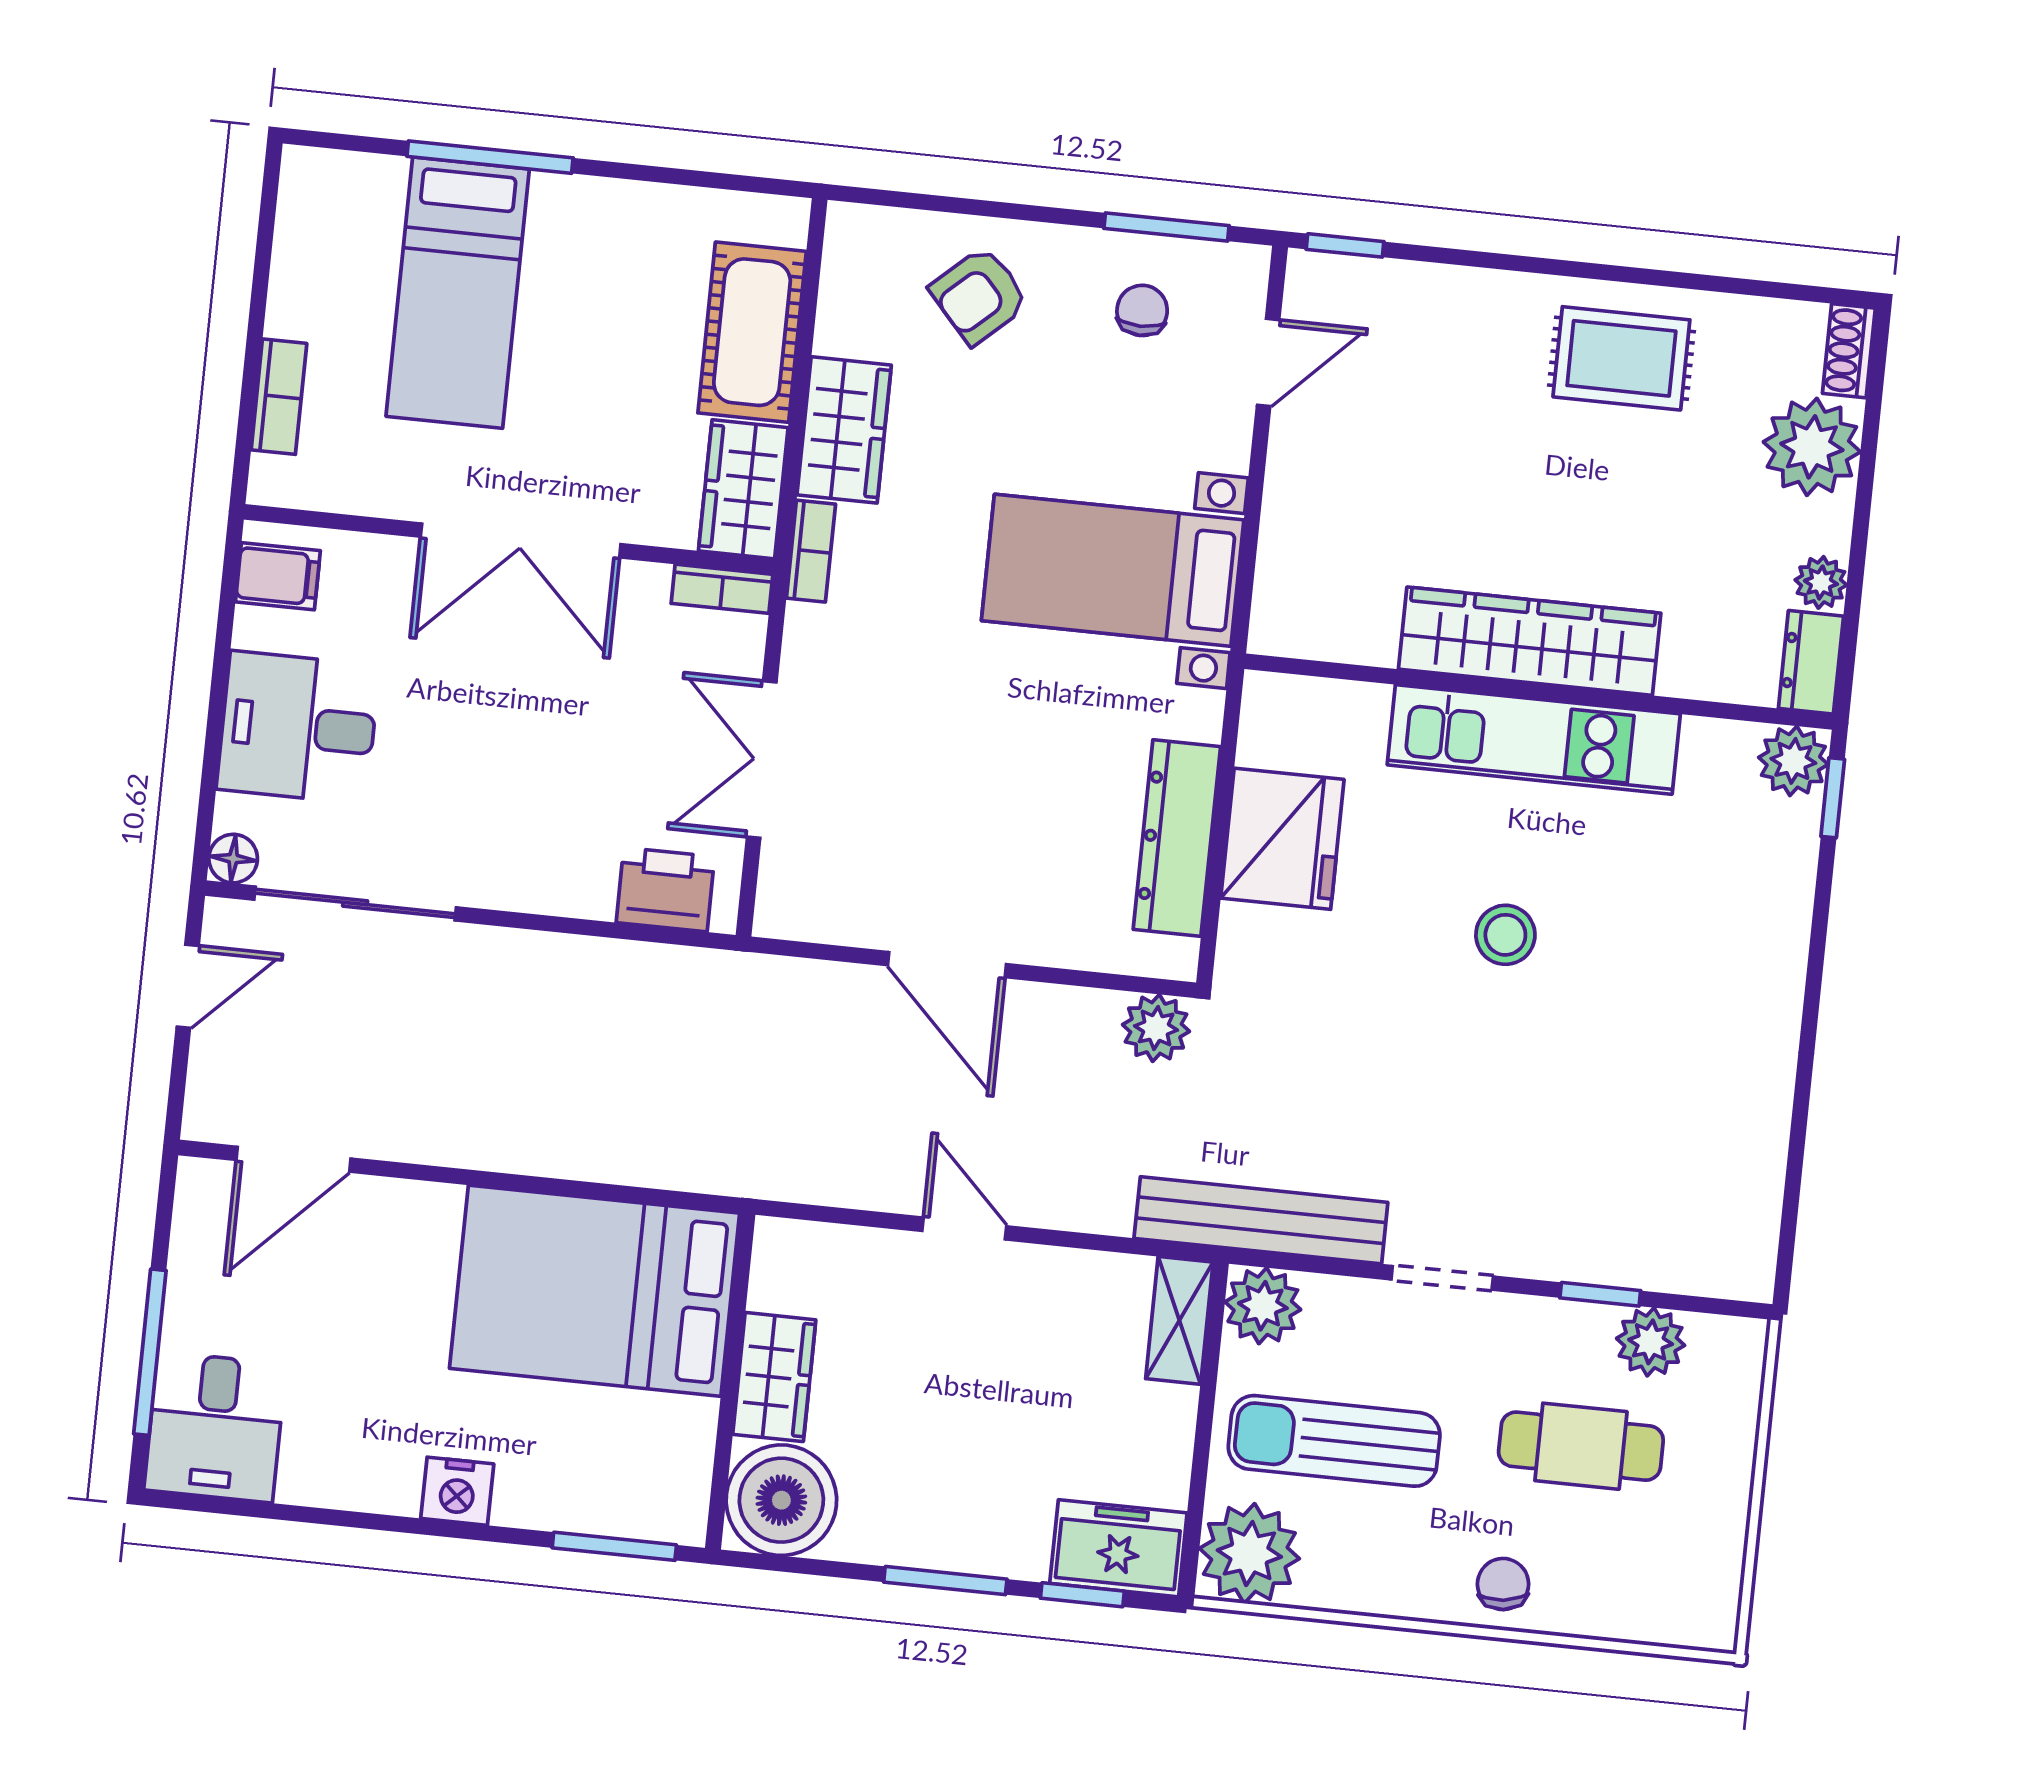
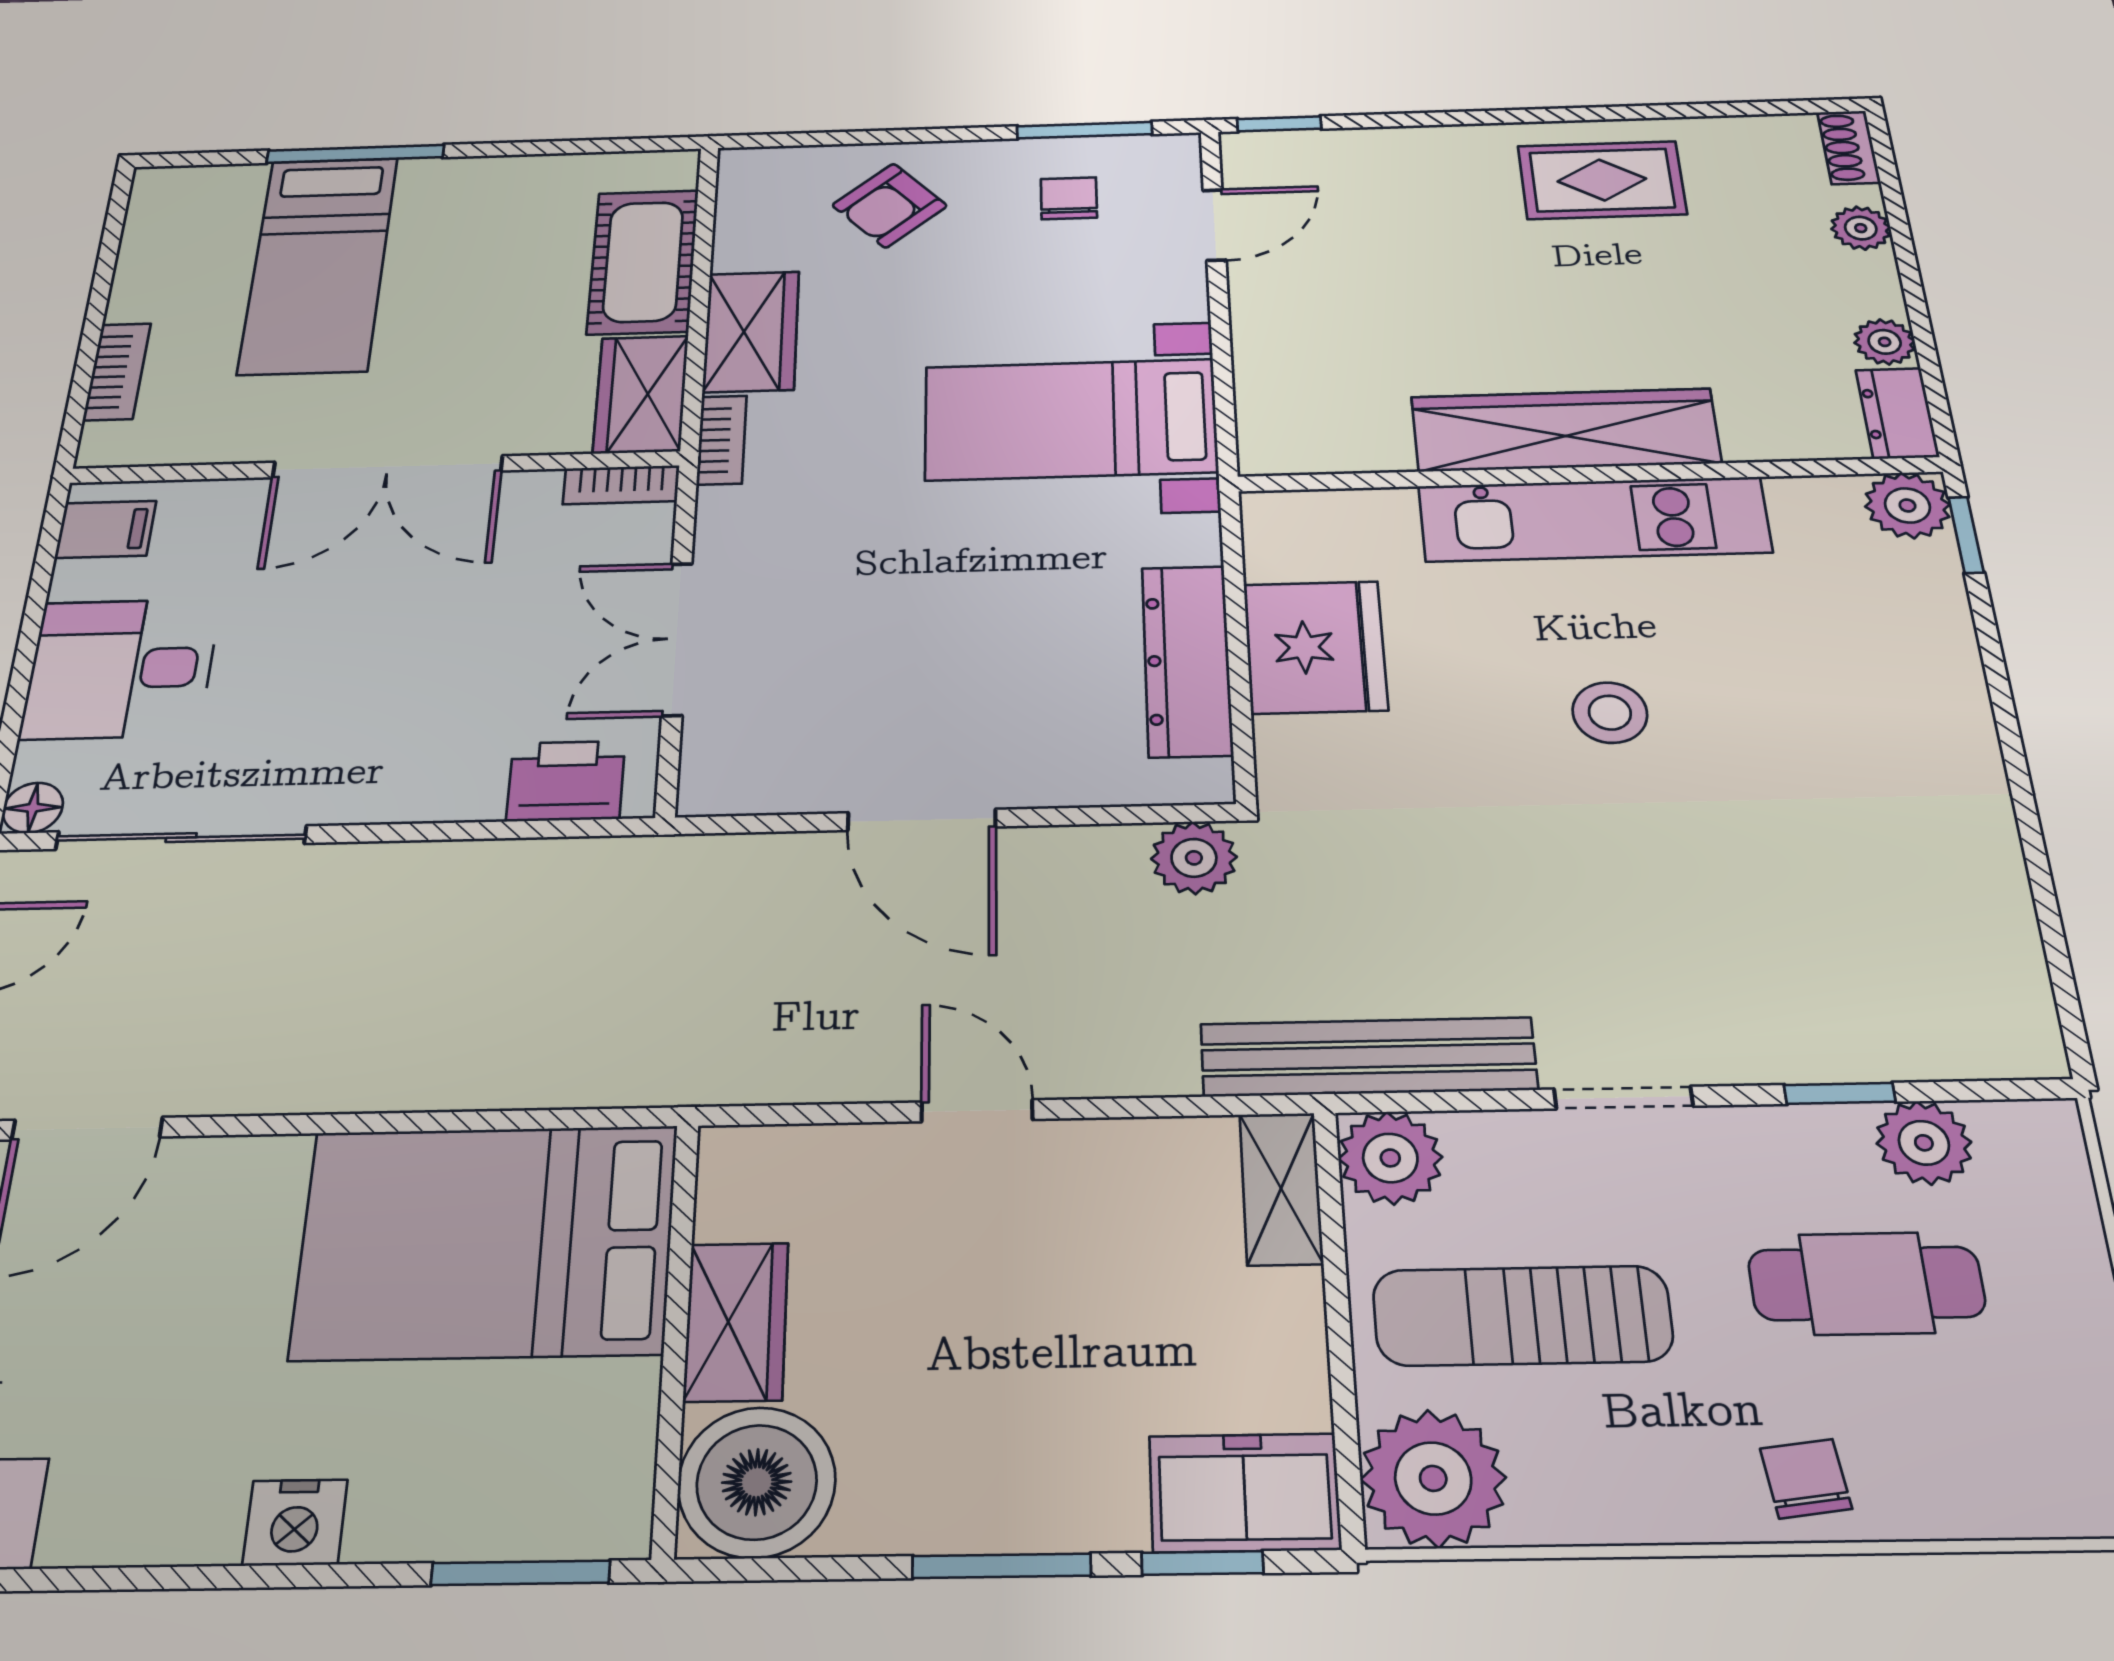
plant: (1812, 447) -> (1861, 228), width x0.53, depth x0.53

